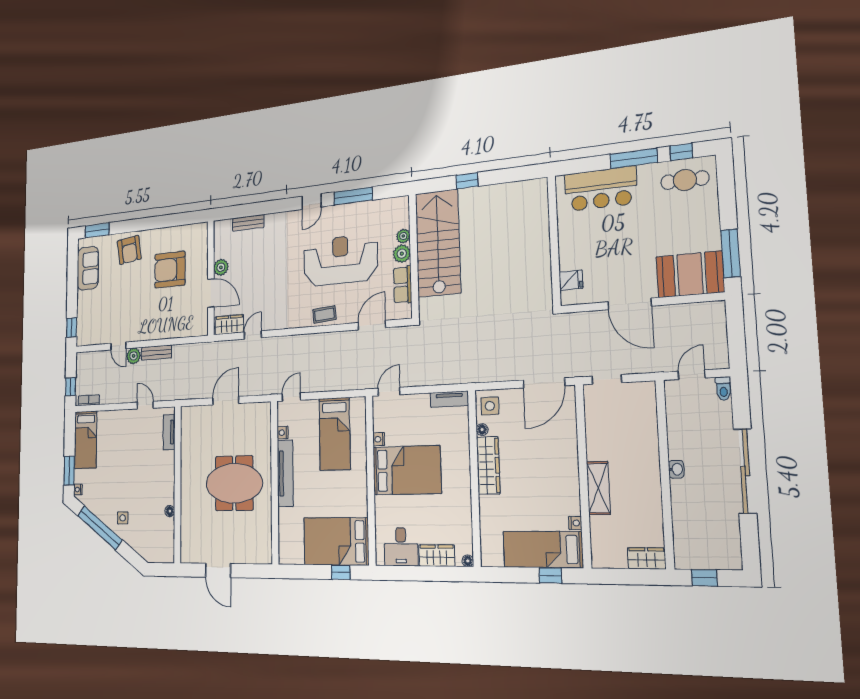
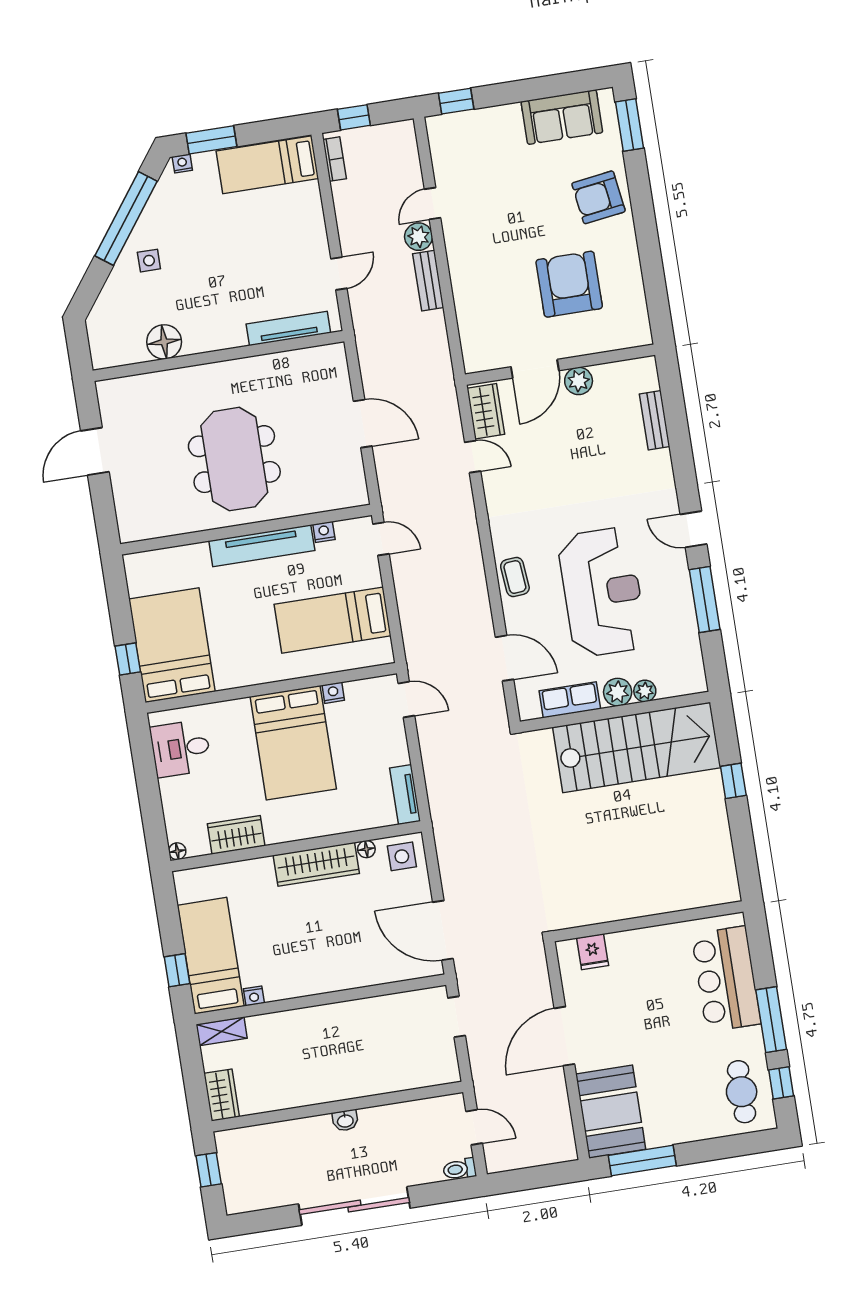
tv unit: (169, 432) -> (288, 328), width x1.41
shelving: (598, 488) -> (222, 1031), moved, width x0.67, depth x0.75
floor lamp: (170, 511) -> (164, 342), width x1.89, depth x1.89
wardrobe: (437, 556) -> (236, 835), moved, turned -90

